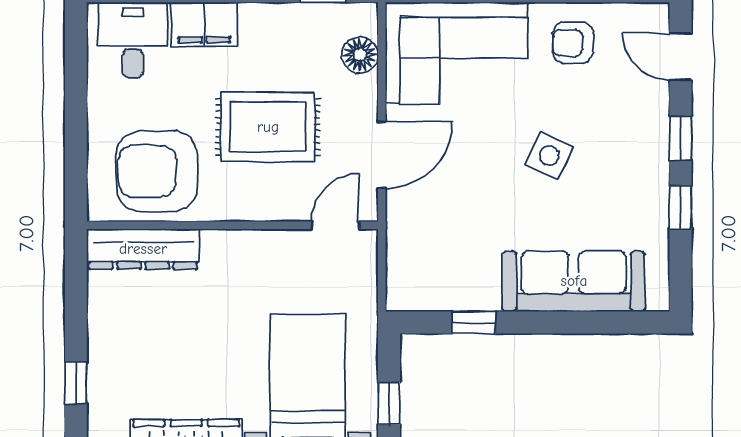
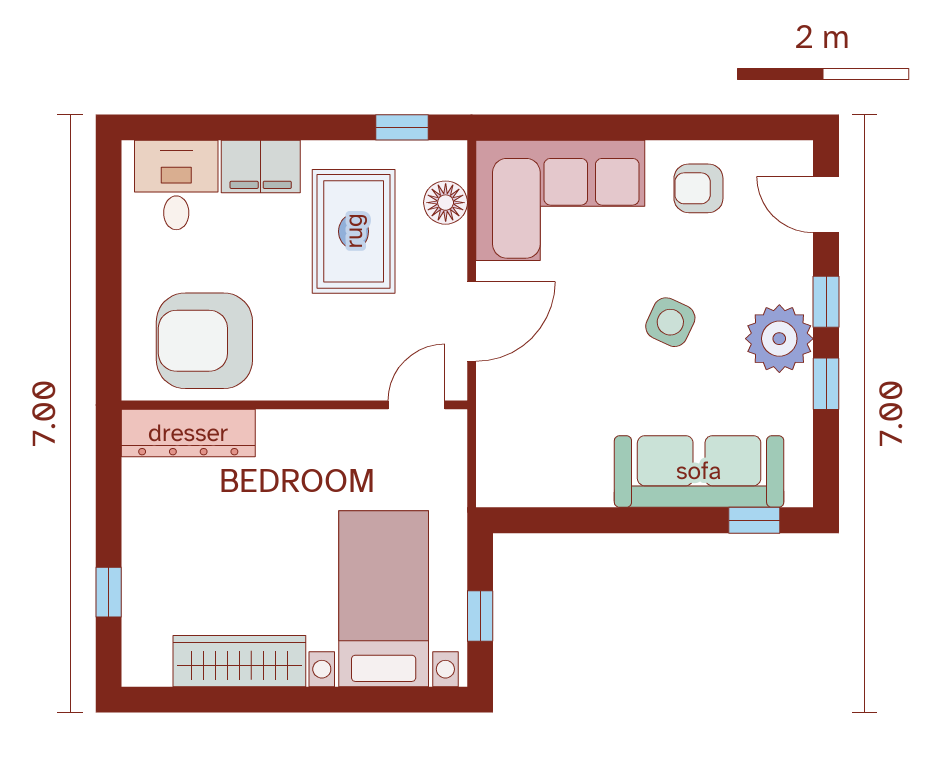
rug: (268, 127) -> (354, 231), moved, turned 90
plant: (641, 169) -> (779, 339), added
window: (474, 322) -> (754, 520), moved

